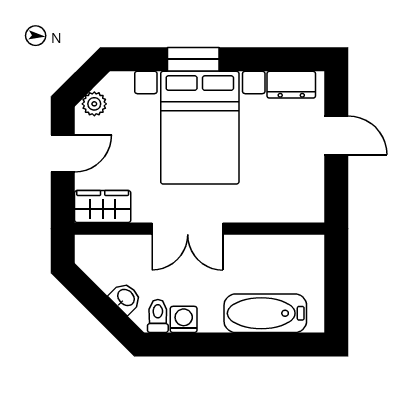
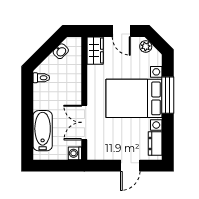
window: (193, 59) -> (168, 95), width x1.44
double door: (188, 229) -> (84, 122), moved
washbasin: (126, 298) -> (61, 51), moved
washing machine: (184, 319) -> (75, 153), moved, turned 180

